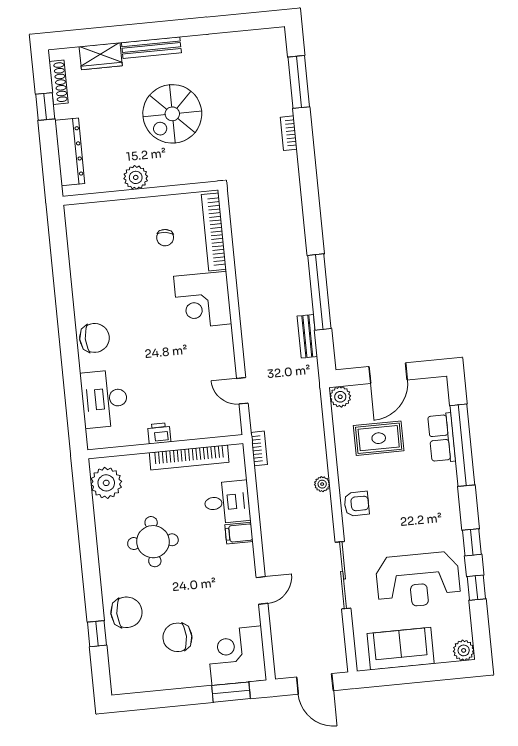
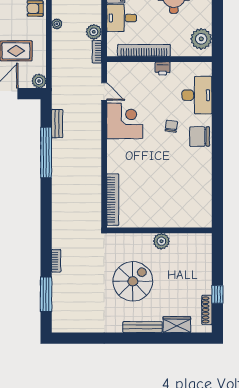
dresser: (70, 152) -> (204, 263), removed
chair: (165, 238) -> (171, 126), moved
corner desk: (203, 300) -> (125, 121), moved
plant: (266, 478) -> (94, 32), added

